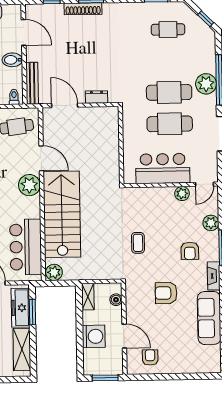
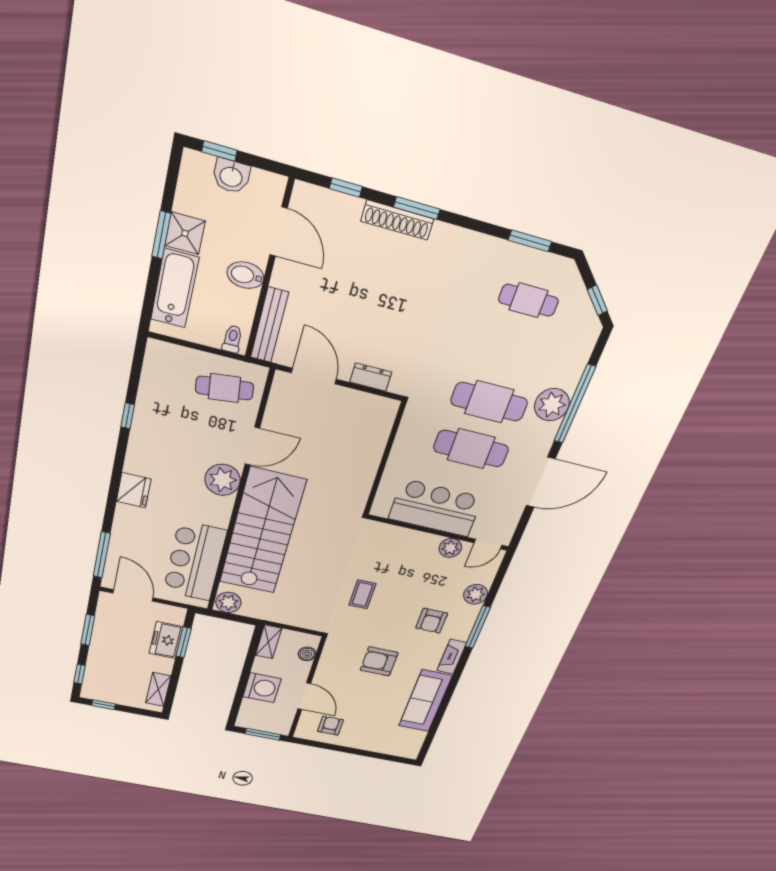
door: (41, 158) -> (252, 446), hinge flipped
freezer: (21, 308) -> (166, 640), width x0.71
shelving: (22, 349) -> (158, 689), width x0.67, depth x0.75

